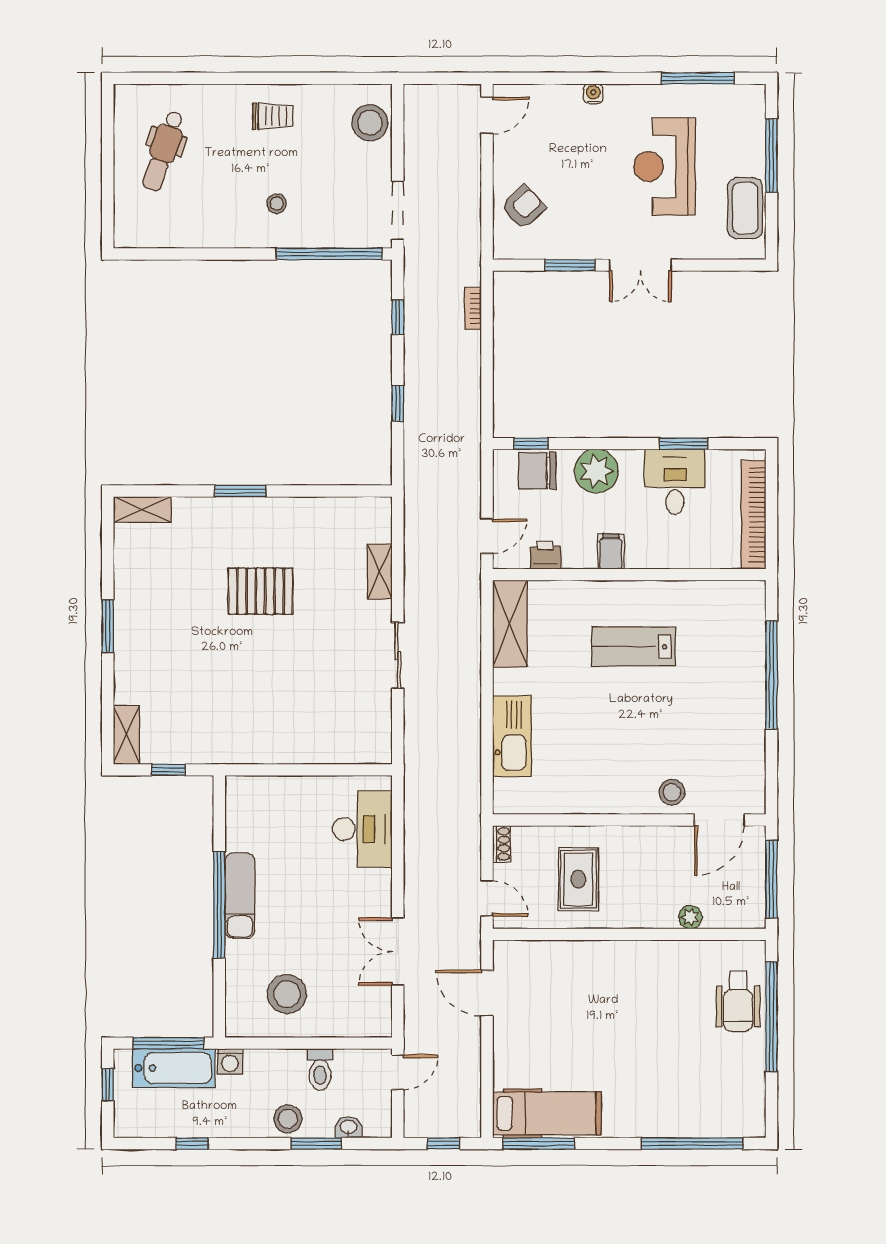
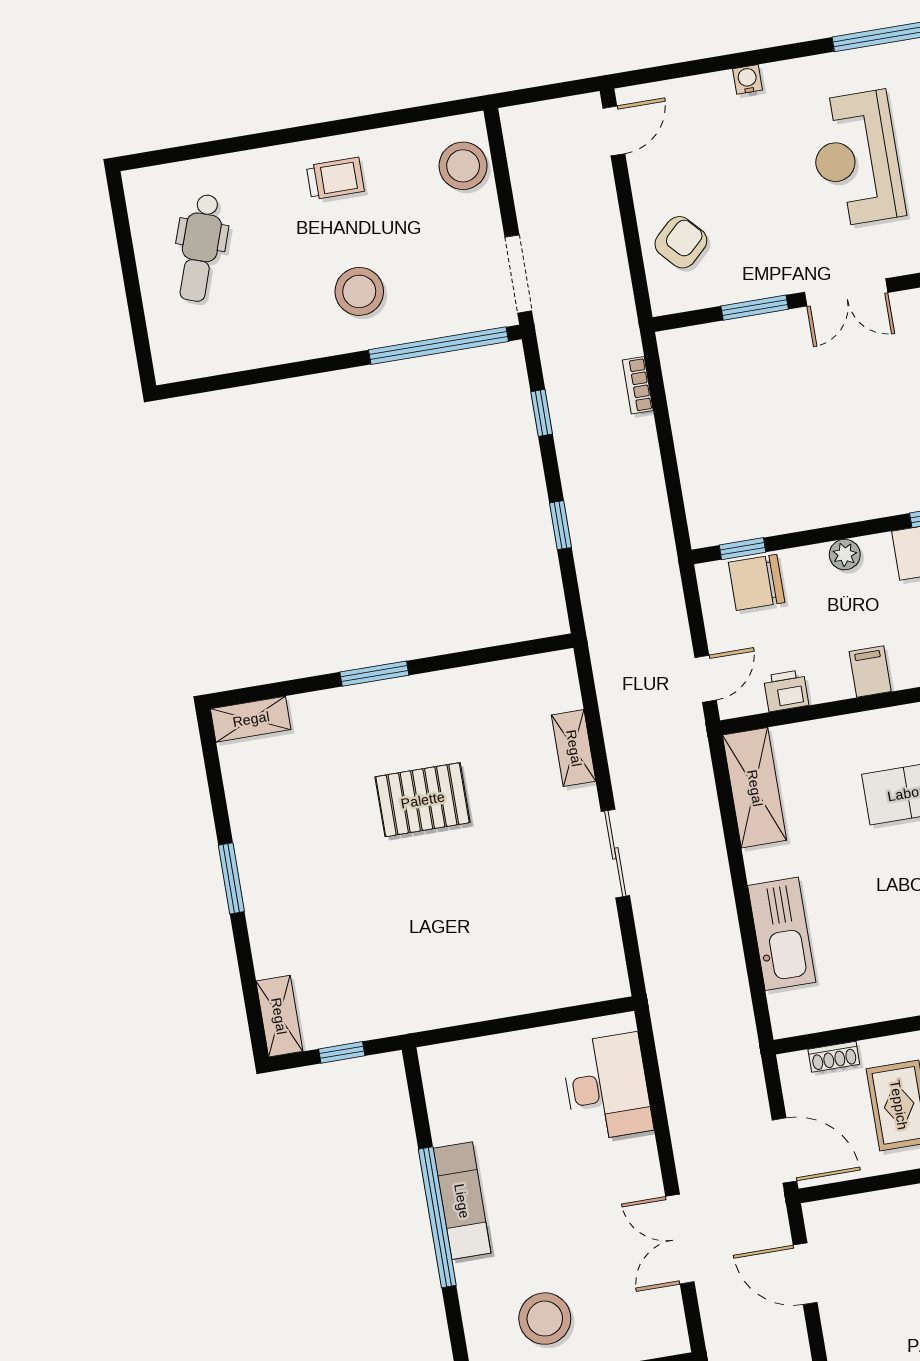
stool: (277, 204) -> (359, 291), width x1.89, depth x1.89
plant: (596, 471) -> (845, 555), width x0.53, depth x0.53
shoe rack: (502, 844) -> (834, 1057), moved, turned 90
door: (487, 898) -> (784, 1150), width x1.38

